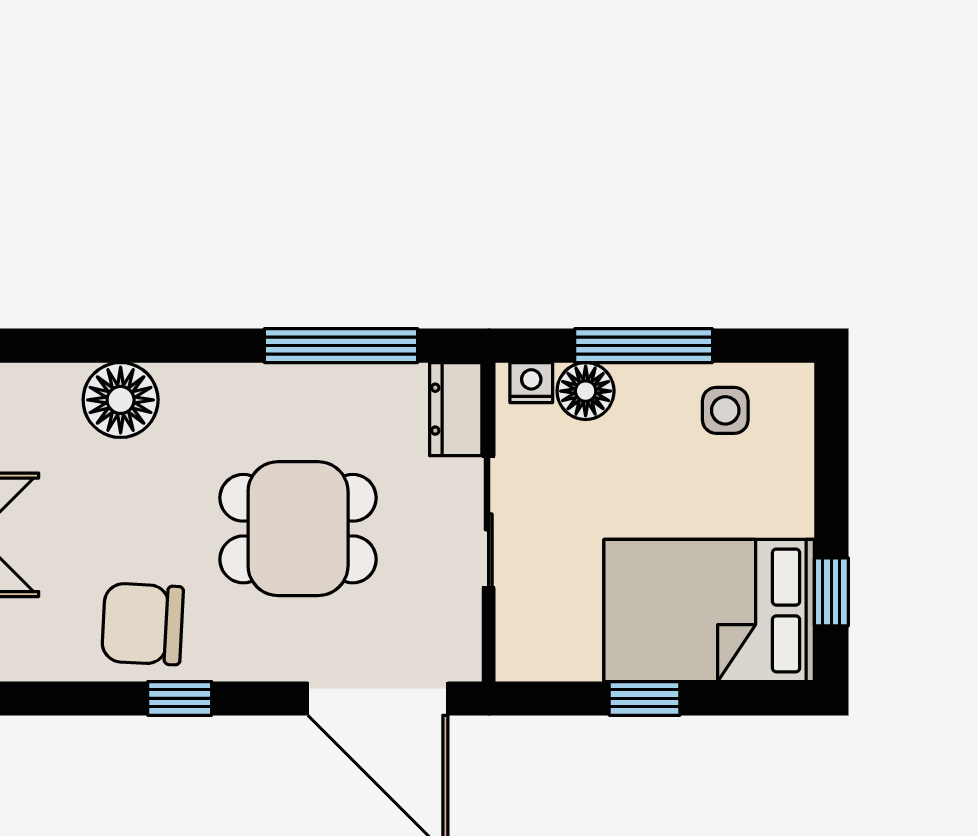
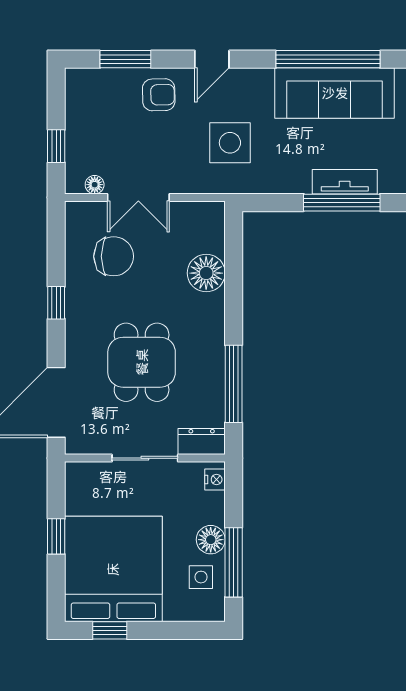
window: (644, 346) -> (234, 562), moved
floor lamp: (586, 391) -> (211, 540), moved
bed: (709, 610) -> (113, 569), width x1.36
chair: (143, 624) -> (114, 256), moved, turned 87

